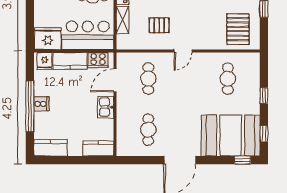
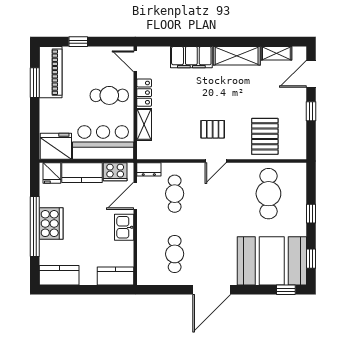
pallet: (159, 25) -> (213, 129), moved
pallet: (238, 29) -> (265, 136), moved
dresser: (126, 58) -> (149, 169), added
cafe table: (228, 79) -> (268, 194), width x1.37, depth x1.35
cooker: (41, 104) -> (51, 224), width x1.87, depth x1.31

